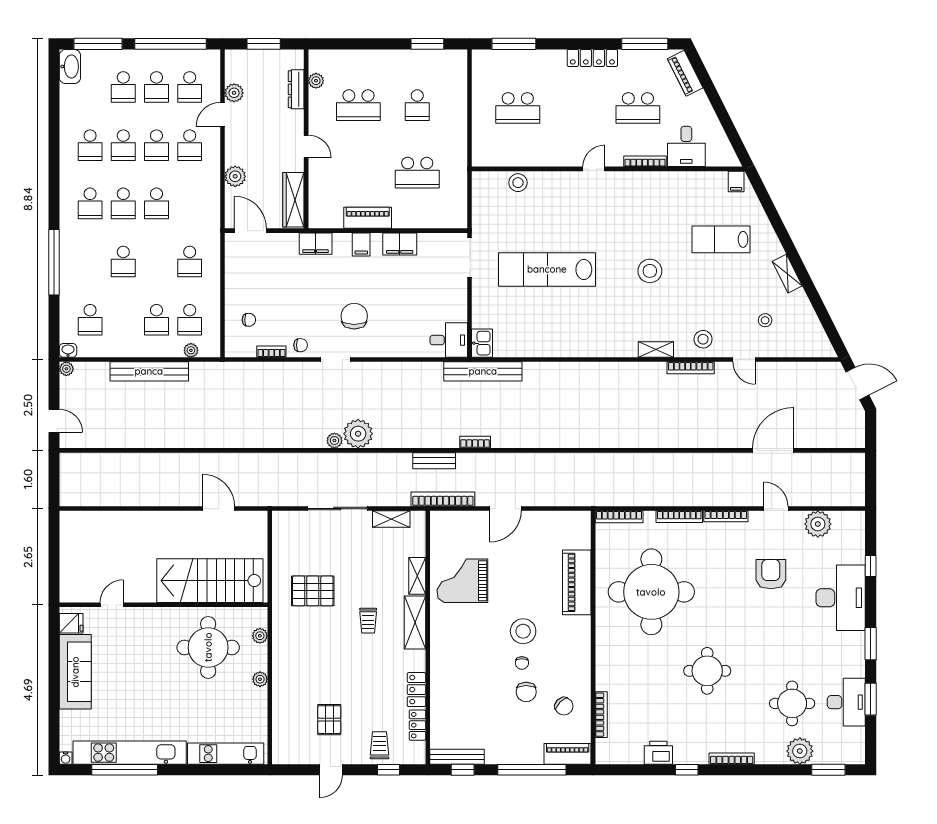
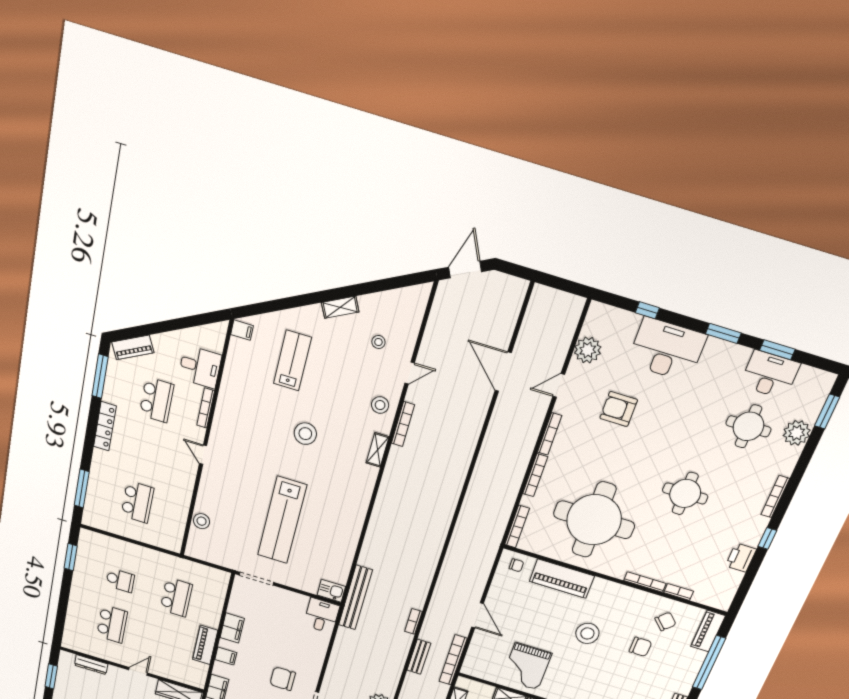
plant: (316, 81) -> (87, 649), removed
lab bench: (721, 239) -> (292, 361), turned 180
chair: (522, 663) -> (516, 565), moved
bookcase: (601, 668) -> (645, 582), added
bookcase: (601, 715) -> (679, 592), width x0.64

